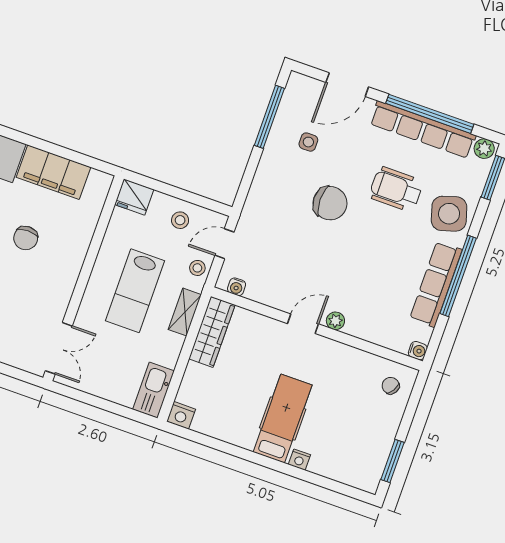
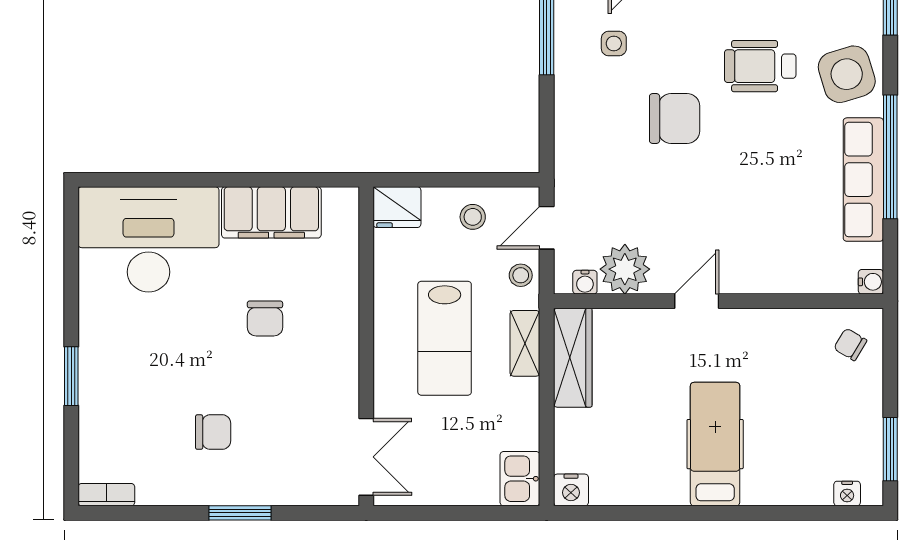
plant: (335, 321) -> (625, 269), moved, width x1.87, depth x1.87
kitchen sink: (154, 390) -> (520, 479), width x0.73
nightstand: (299, 460) -> (847, 493), moved

